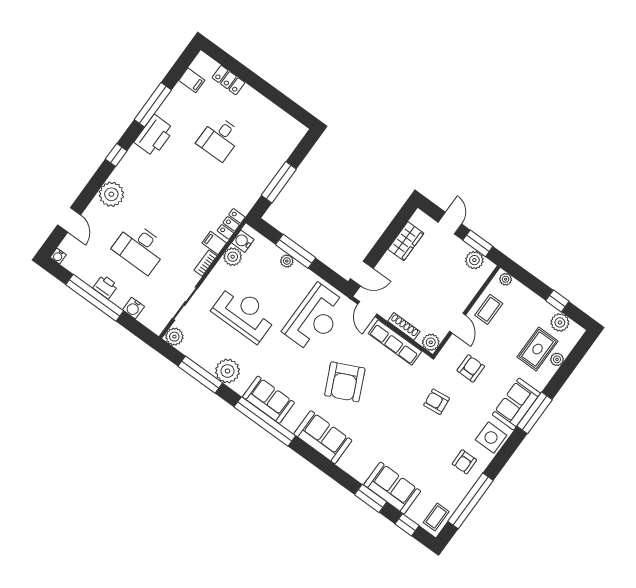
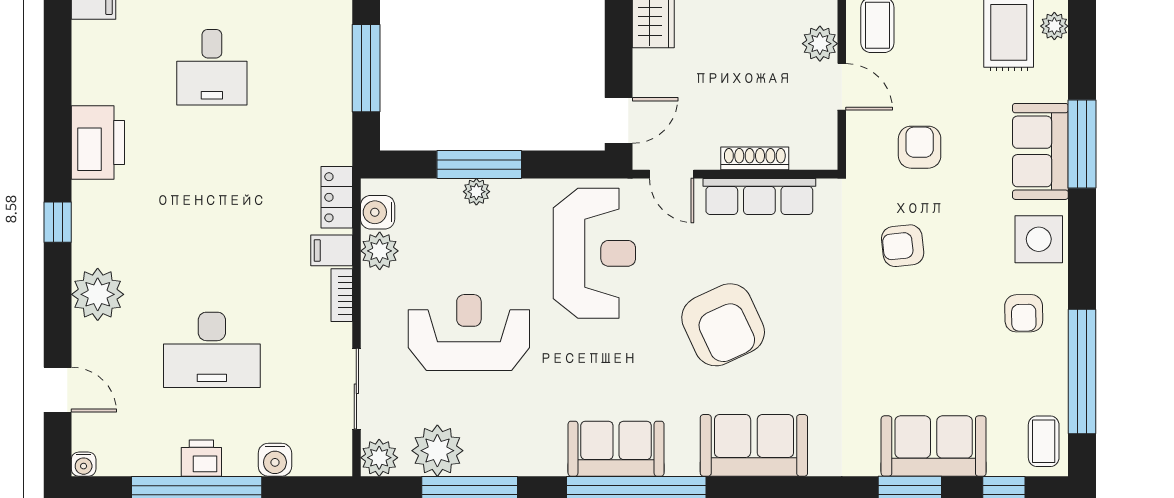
window: (153, 105) -> (58, 92), removed
plant: (431, 342) -> (820, 44), moved
plant: (228, 371) -> (437, 451), moved

